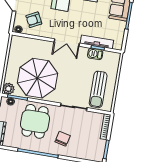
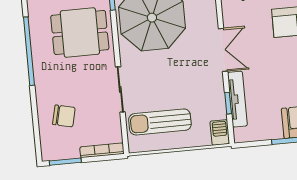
double door: (67, 43) -> (223, 50), swing flipped
barbecue: (95, 54) -> (220, 132), moved
chair: (63, 139) -> (64, 116), moved

